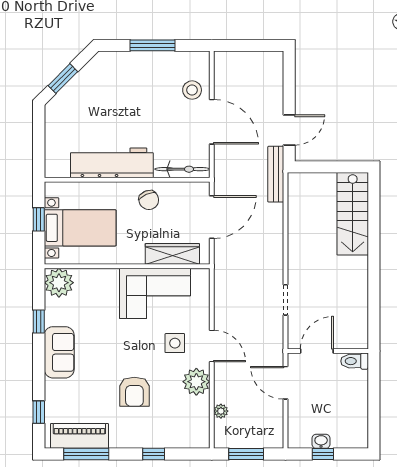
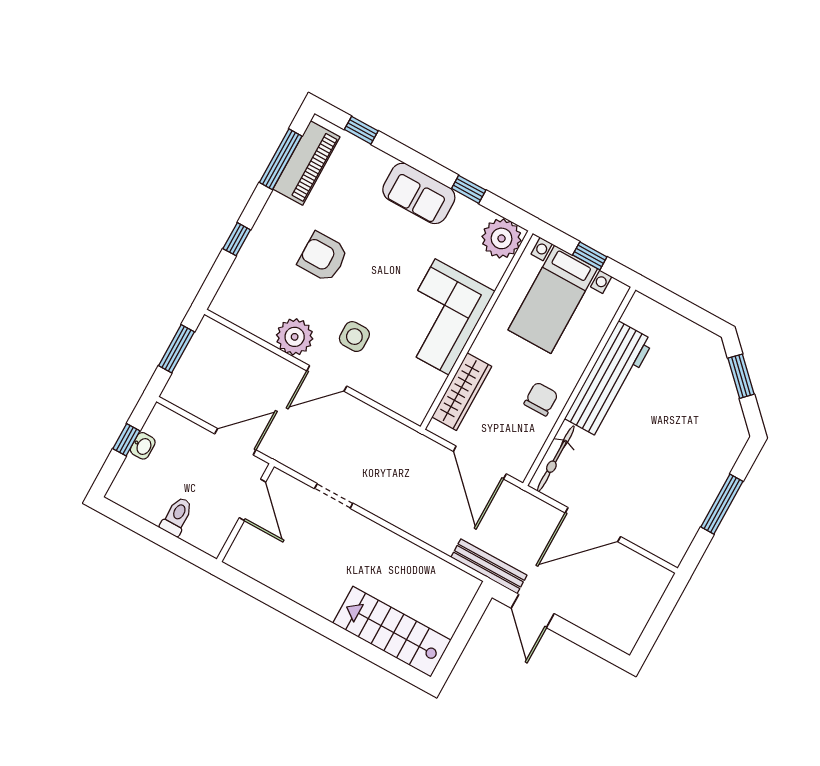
stool: (192, 90) -> (643, 522), removed
chair: (149, 200) -> (541, 399), turned 113
corner sofa: (155, 293) -> (442, 317), moved
toilet: (355, 361) -> (177, 516), moved
plant: (221, 411) -> (244, 347), removed

